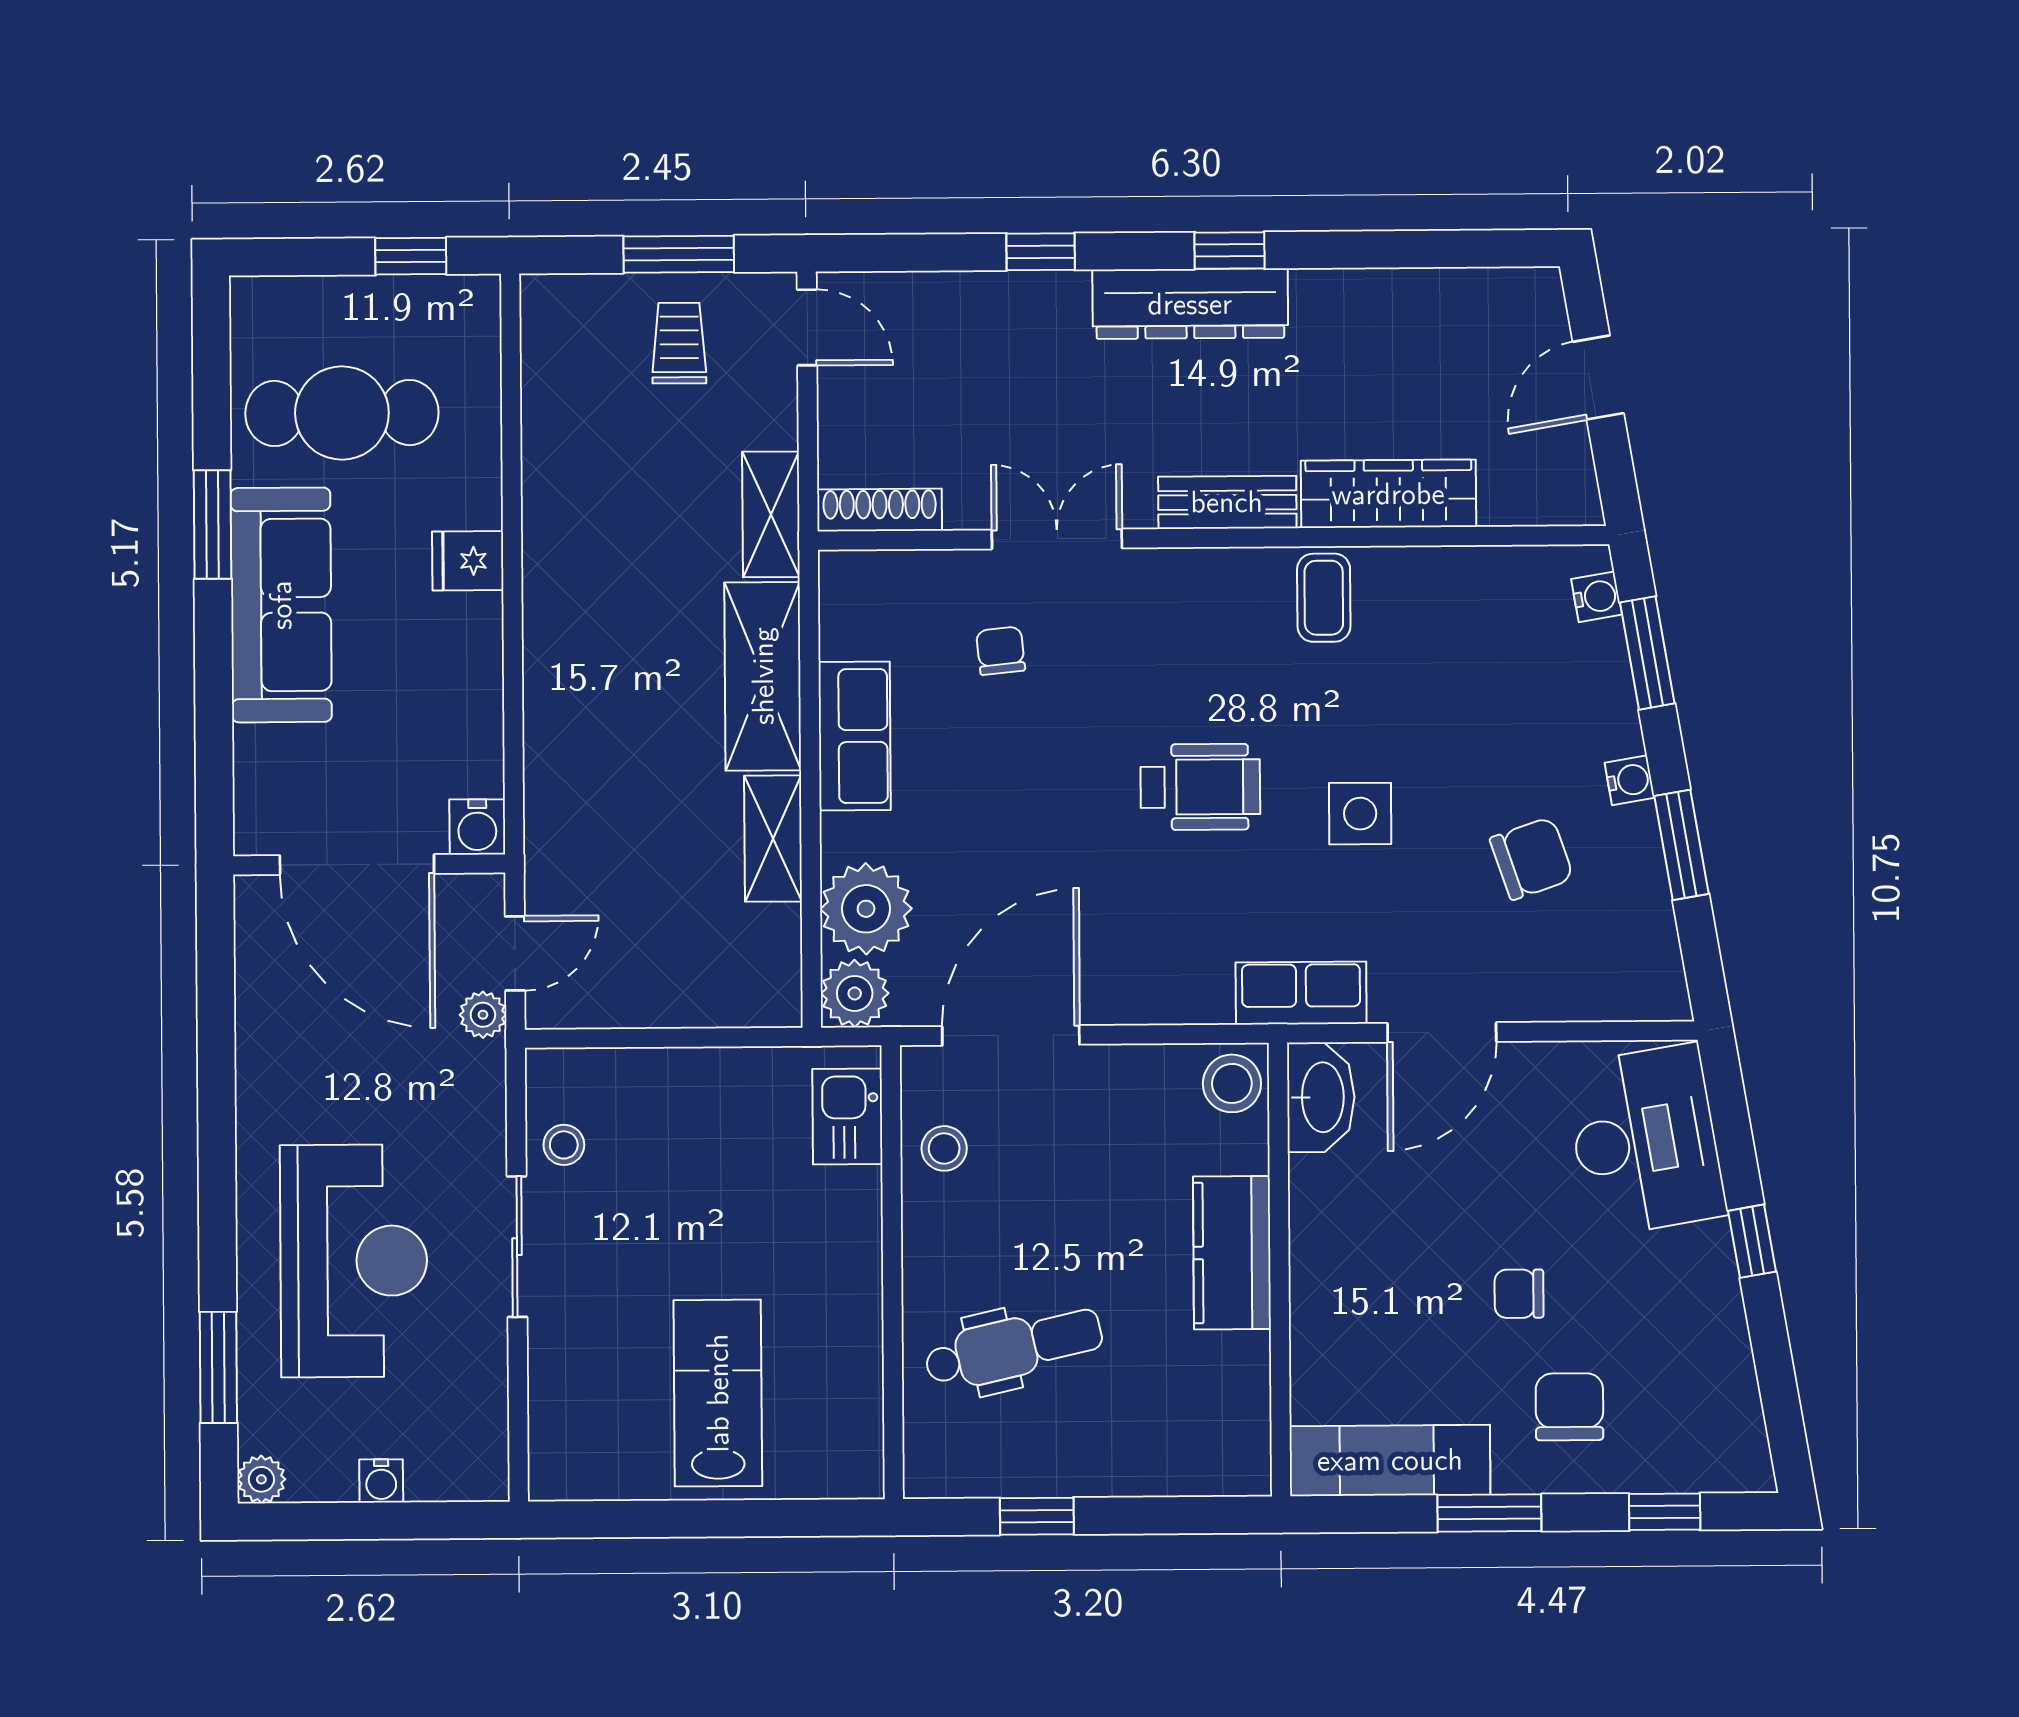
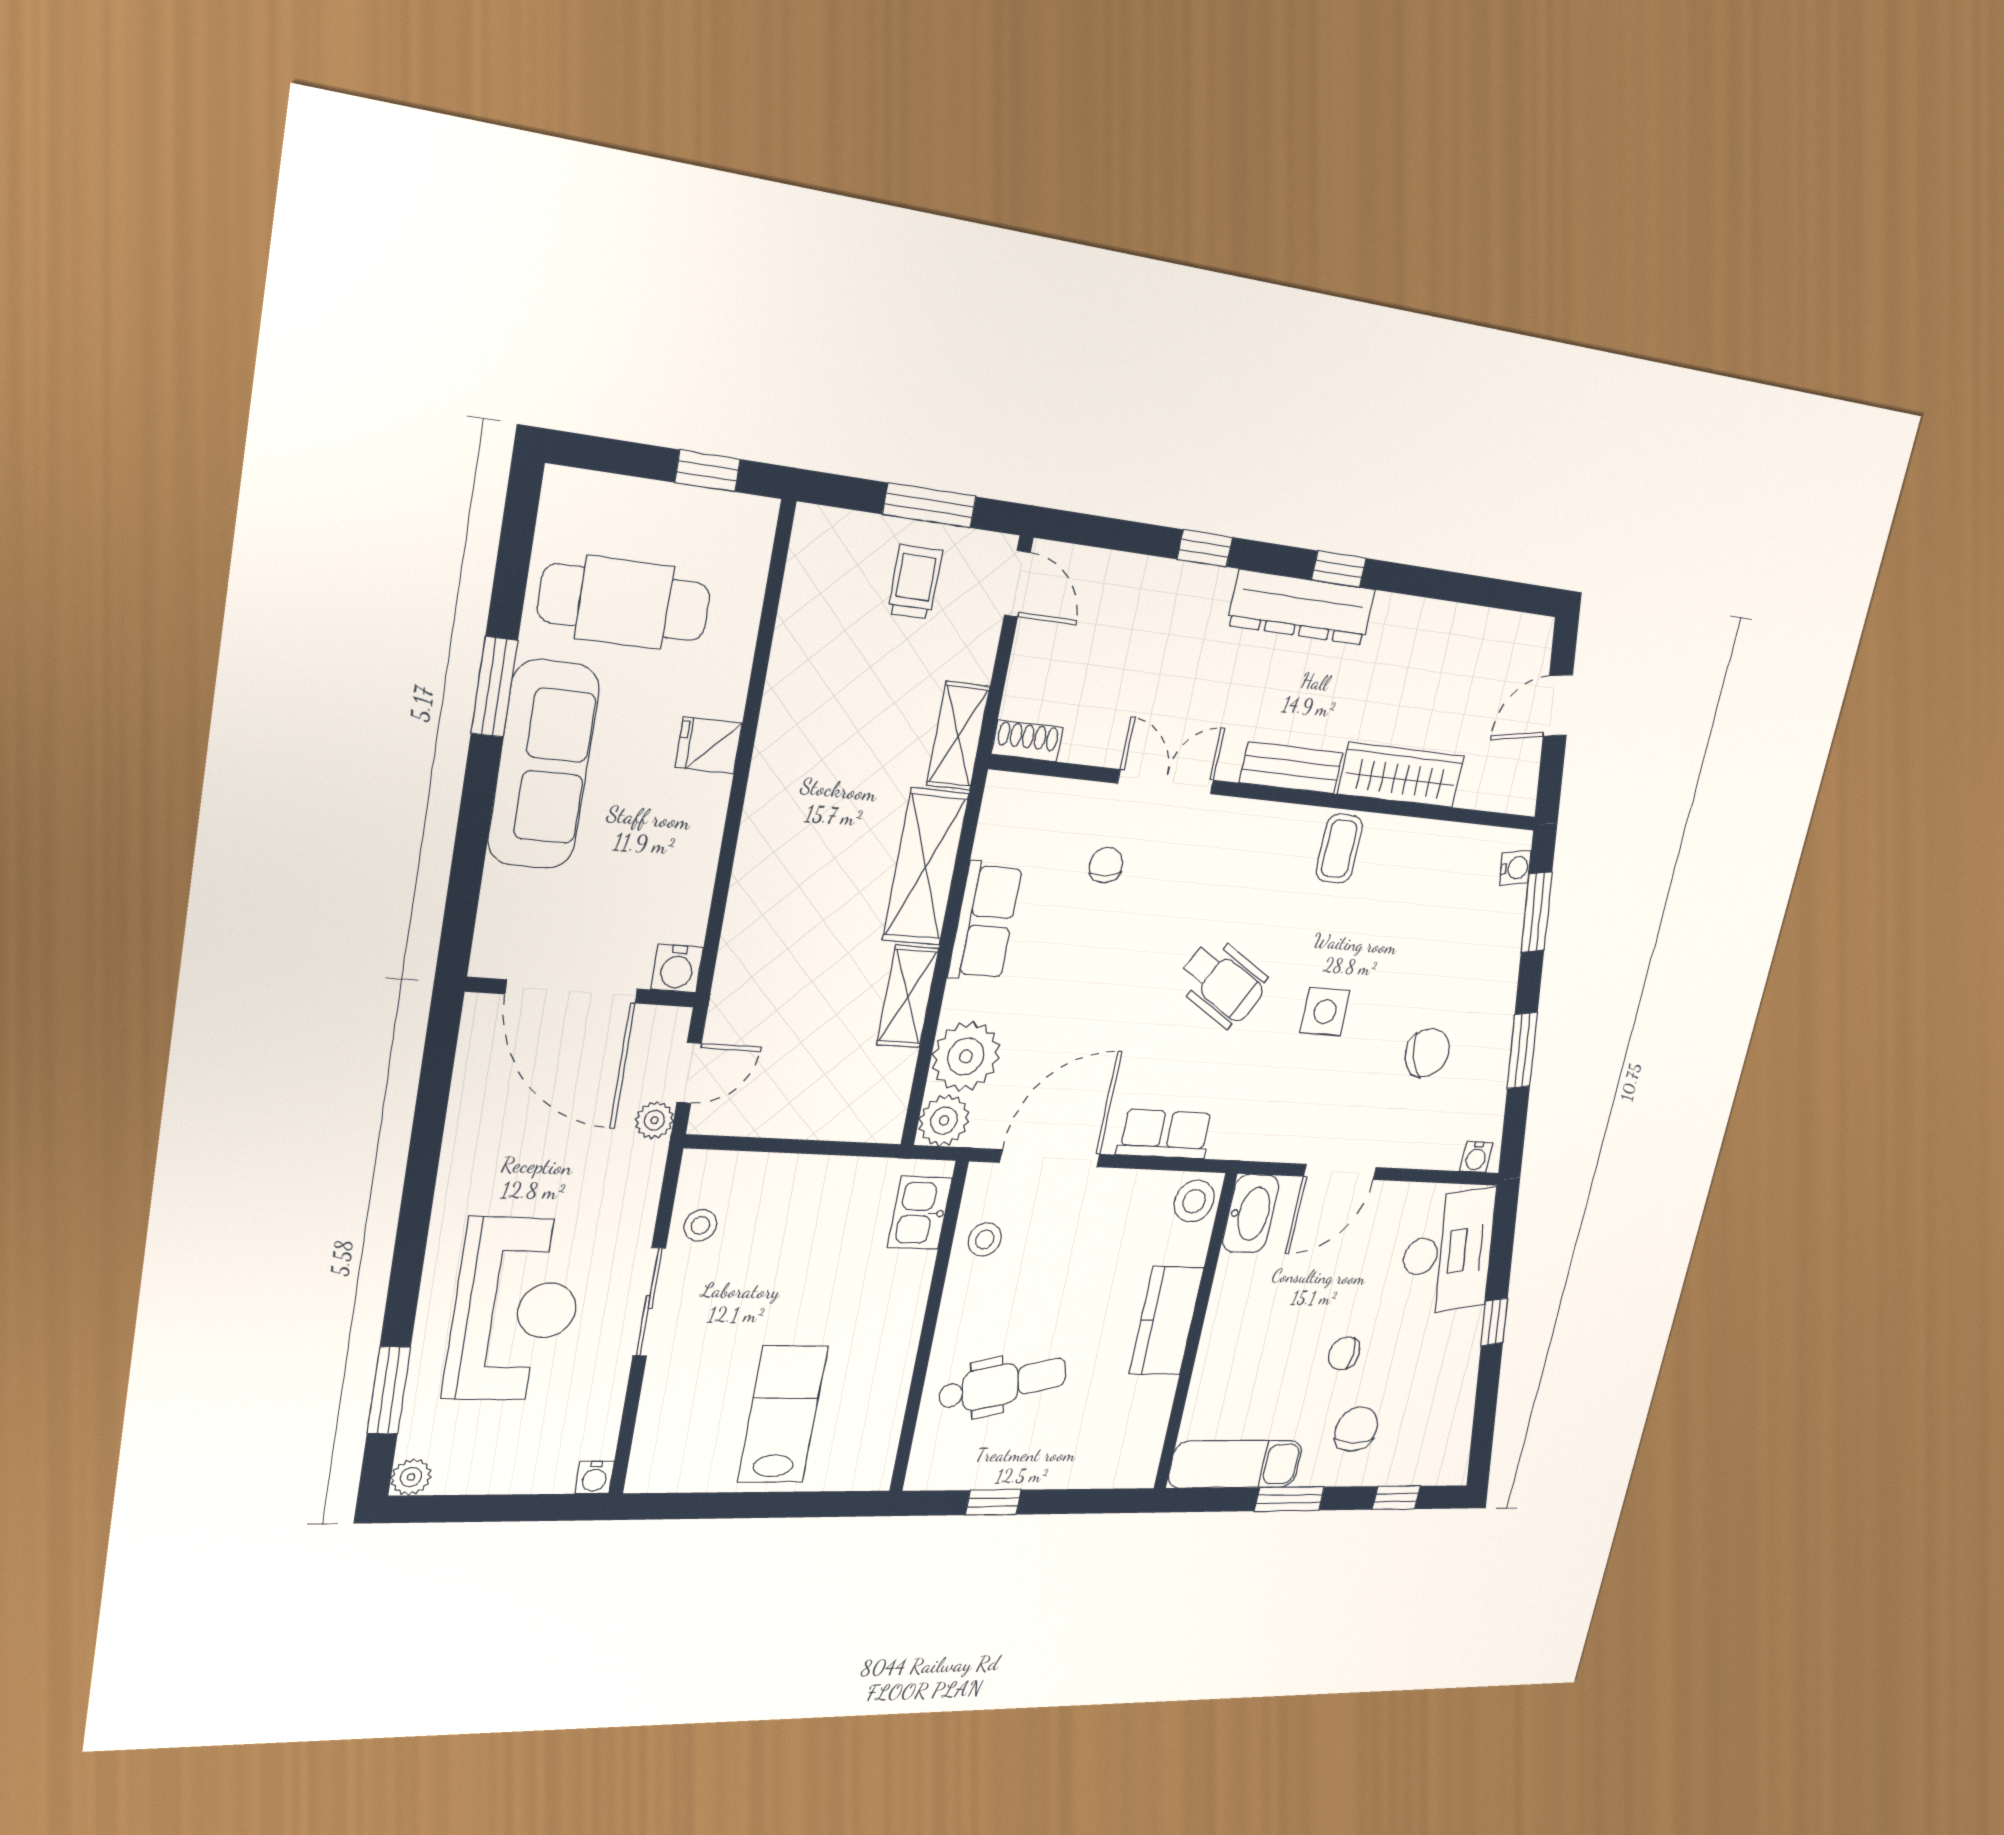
shoe rack: (880, 510) -> (1027, 741), width x0.70
water cooler: (1630, 780) -> (1476, 1157), moved, turned 100
wheelchair: (1200, 787) -> (1223, 983), turned 30
row of seats: (1301, 993) -> (1165, 1134), moved
water cooler: (381, 1481) -> (594, 1478), moved

